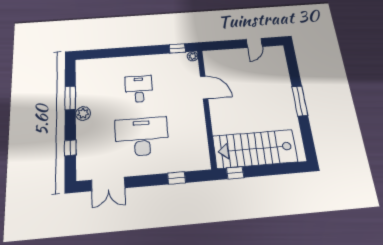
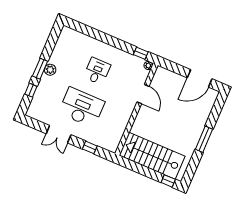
door: (254, 43) -> (200, 78), width x1.88
window: (70, 98) -> (40, 69), moved
window: (235, 173) -> (168, 181), moved
double door: (108, 184) -> (59, 134), moved

